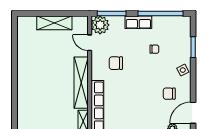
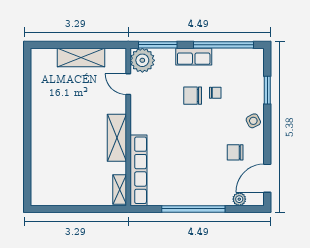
chair: (116, 63) -> (193, 96), moved
shelving: (81, 83) -> (117, 138), width x0.68

